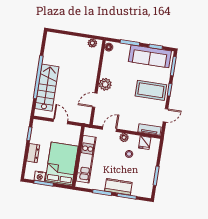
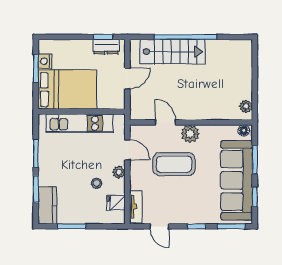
sofa: (150, 56) -> (237, 180), width x1.36, depth x1.27
coffee table: (151, 90) -> (174, 164), moved, turned 90
dresser: (33, 153) -> (106, 47), moved
kitchen counter: (118, 187) -> (47, 205), moved

